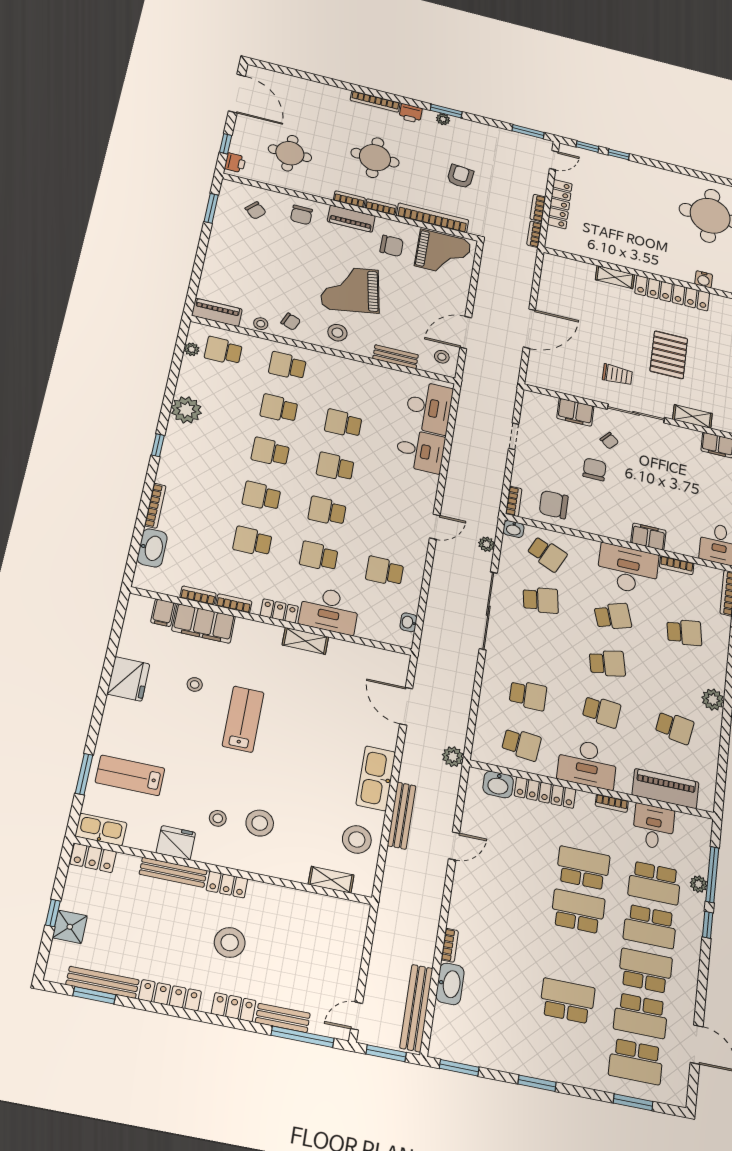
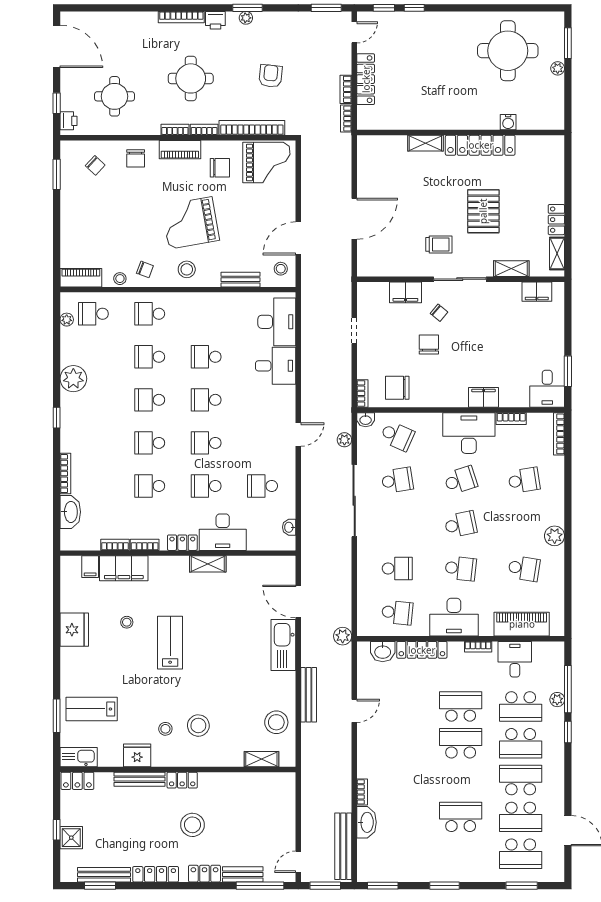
kitchen sink: (376, 778) -> (283, 645), moved

